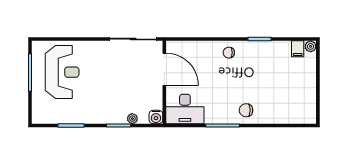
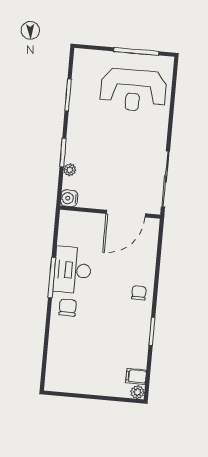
desk: (185, 109) -> (73, 270), moved

